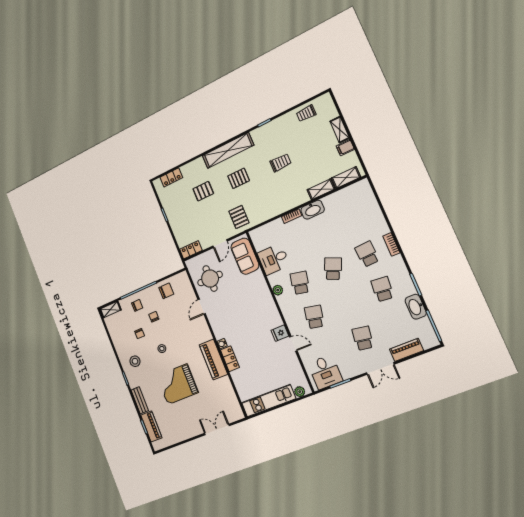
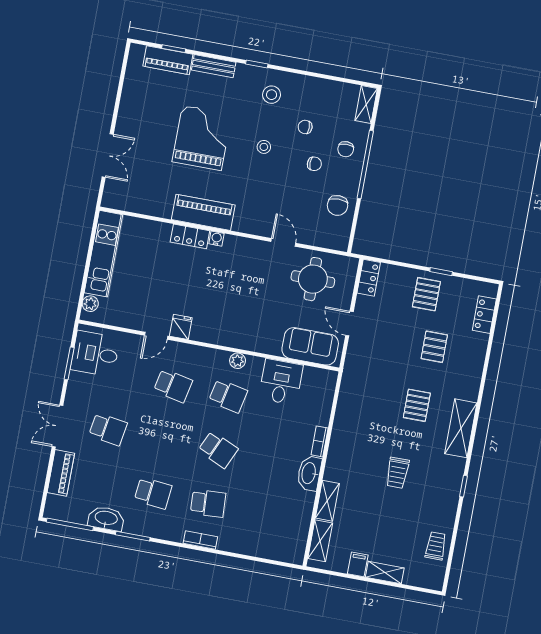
shelving: (228, 150) -> (461, 428), width x0.68
pallet: (239, 217) -> (426, 294), moved, turned 90

